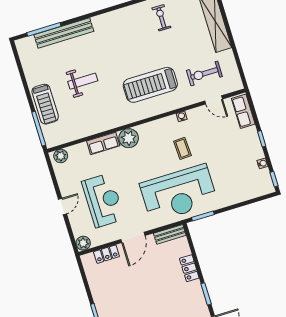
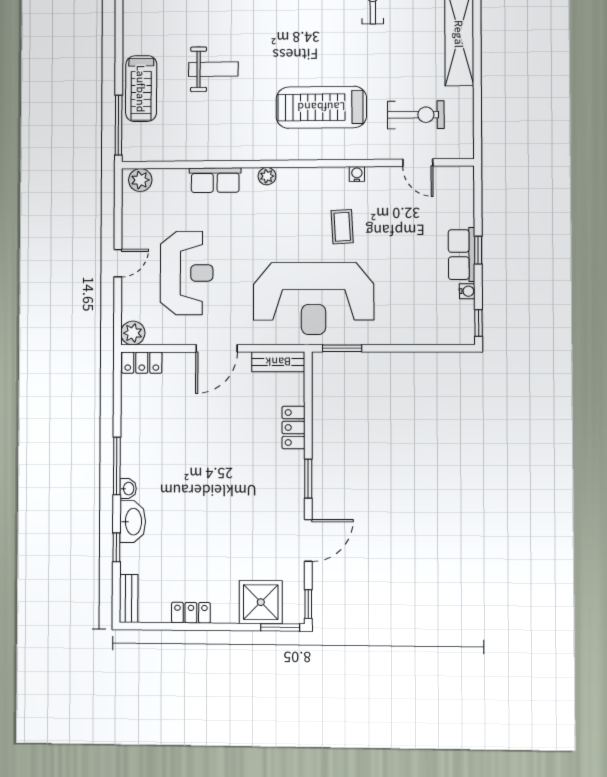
exercise bike: (204, 73) -> (416, 115), turned 180
row of seats: (243, 111) -> (462, 255), moved
plant: (129, 138) -> (267, 176), width x0.53, depth x0.53
locker: (106, 254) -> (142, 363), moved

